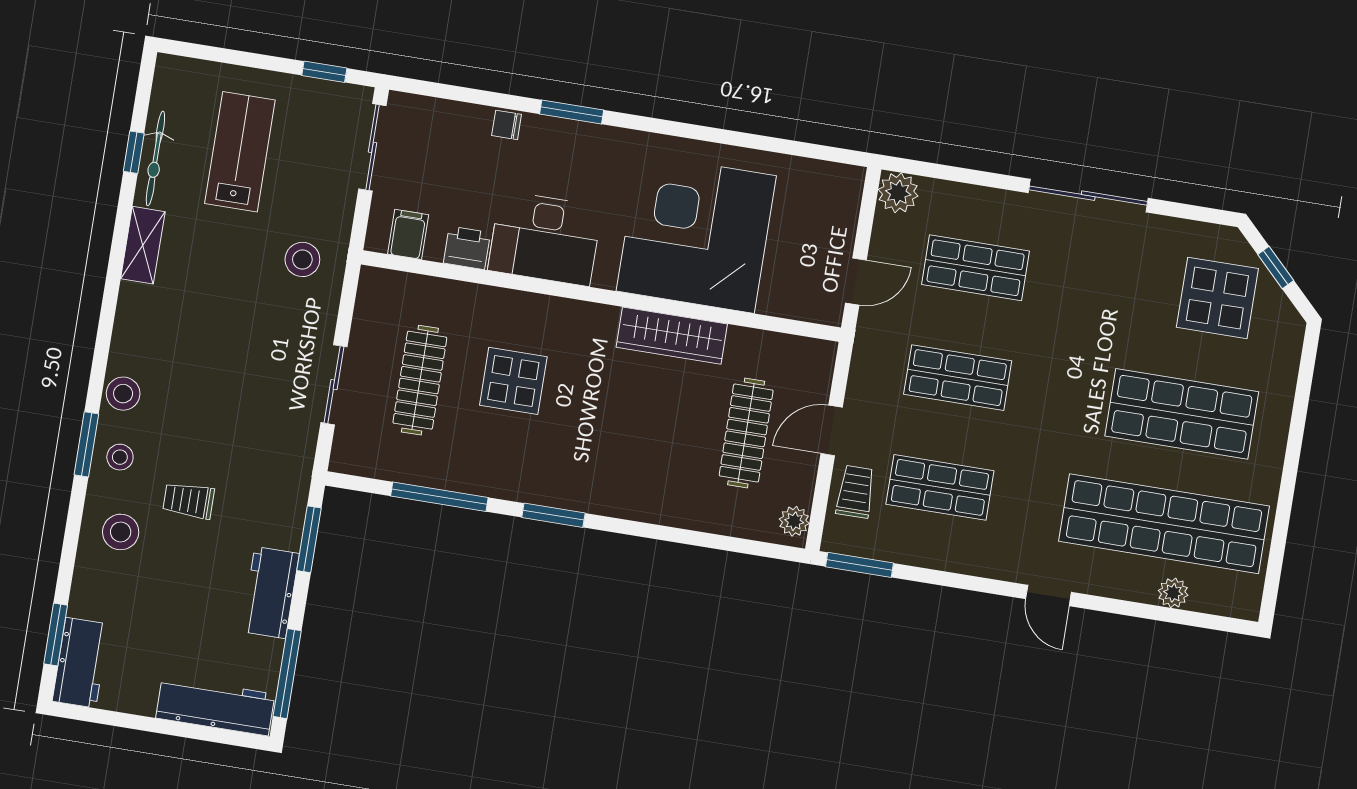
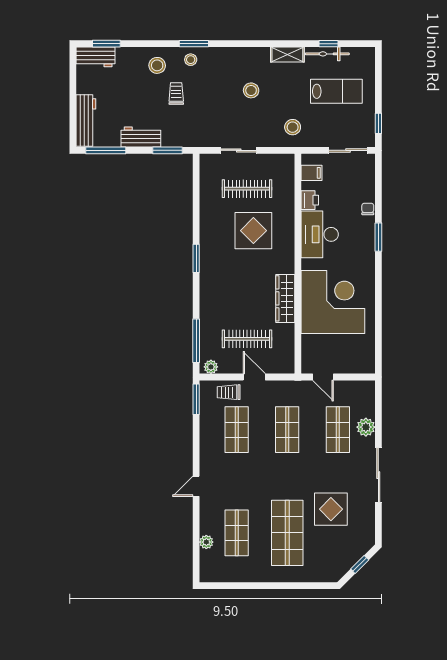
plant: (898, 193) -> (366, 427), moved
display table: (1217, 298) -> (331, 509), moved
display table: (513, 381) -> (253, 231), width x1.36, depth x1.36
stool: (123, 394) -> (251, 90), moved
trolley: (856, 492) -> (229, 392), turned 180
window: (439, 497) -> (196, 341), moved
shop shelf: (1164, 524) -> (237, 533), width x0.50, depth x0.74

